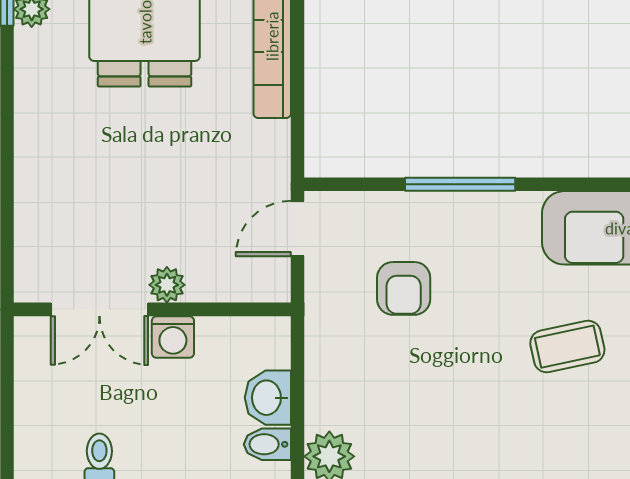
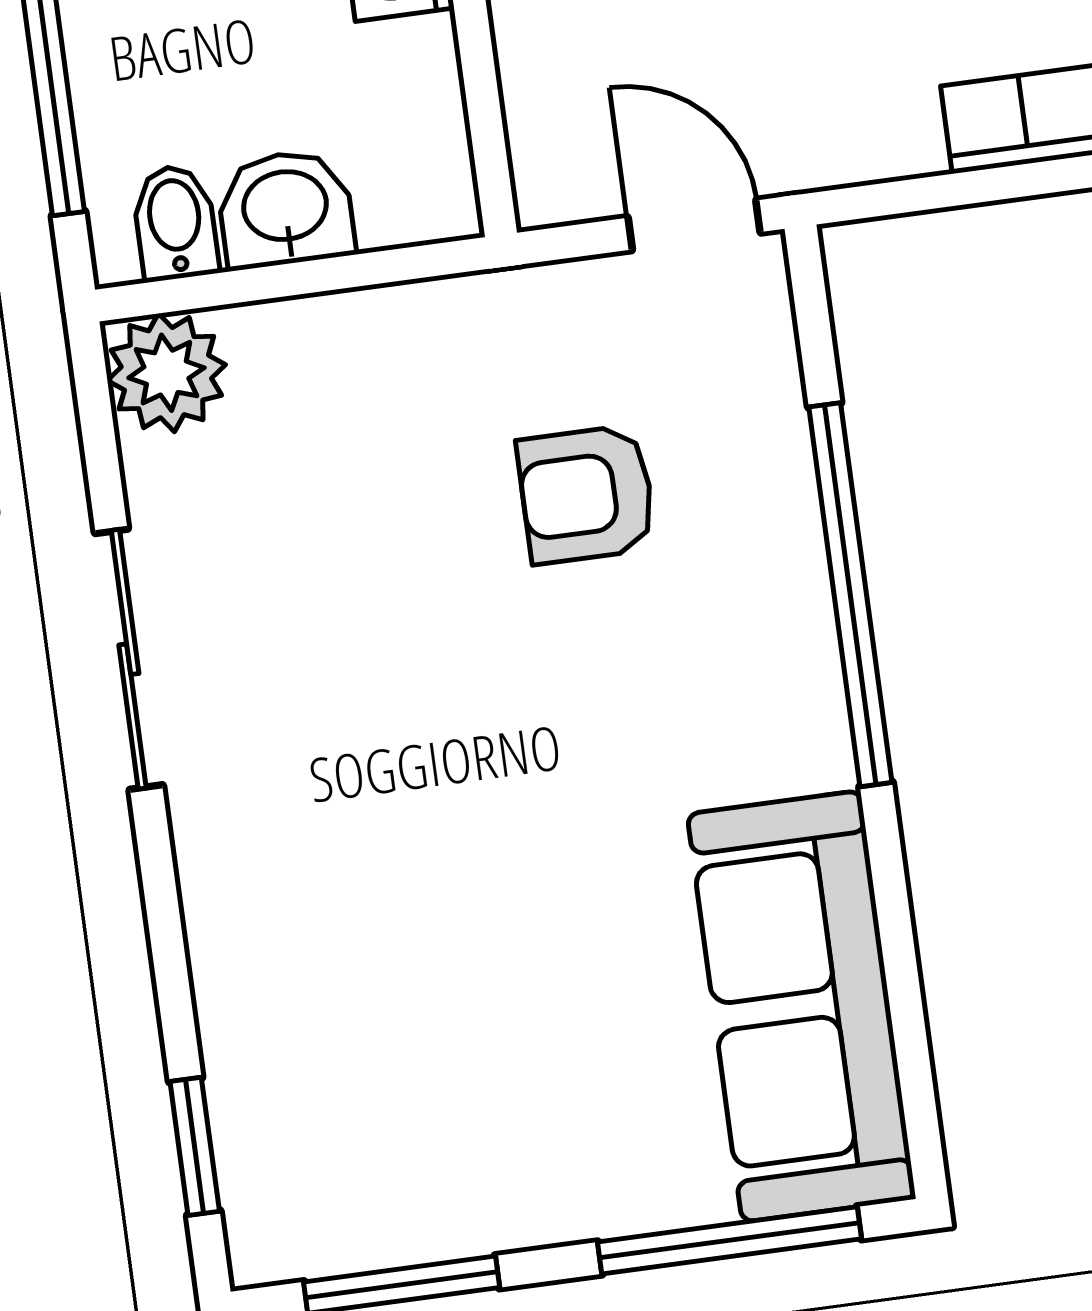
window: (460, 184) -> (850, 595), width x1.46
coffee table: (567, 347) -> (502, 899), removed

